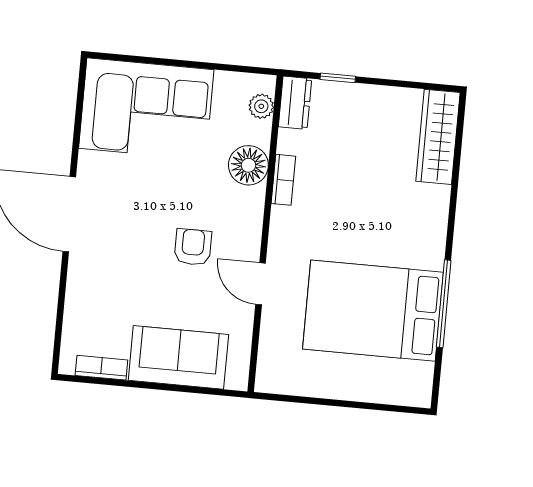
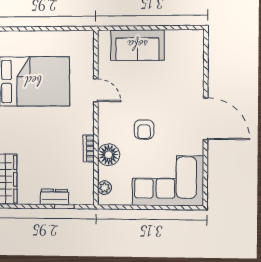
dresser: (295, 103) -> (54, 197), moved, turned 90
armchair: (193, 247) -> (144, 129), moved
bookcase: (101, 368) -> (180, 35), removed

